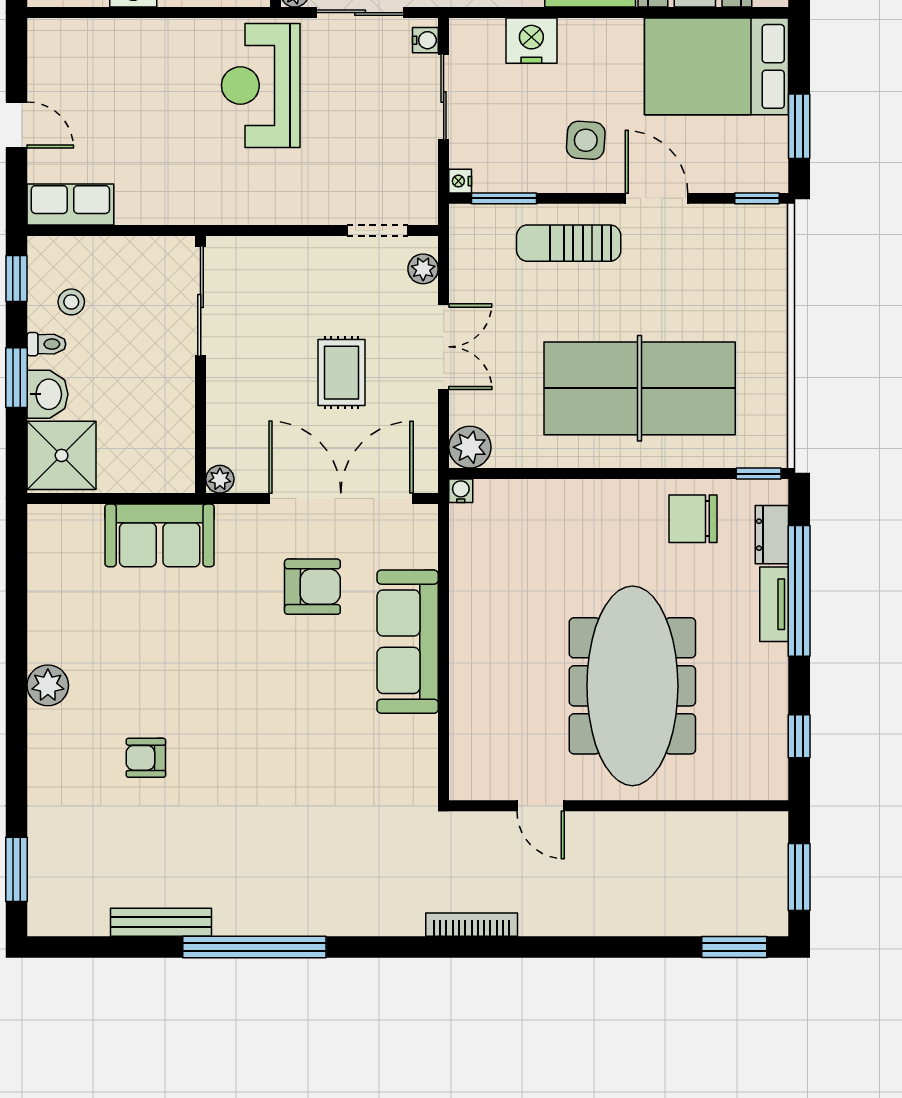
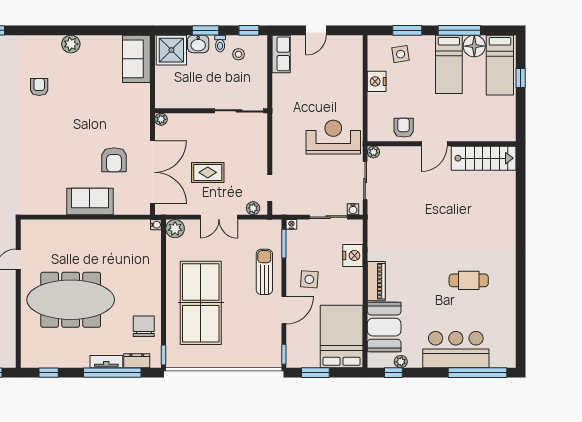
sofa: (160, 535) -> (136, 59), moved
sofa: (408, 642) -> (90, 201), width x0.73

